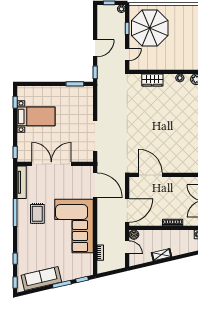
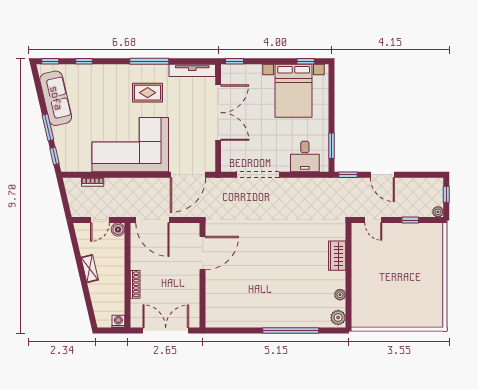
parasol: (150, 28) -> (411, 252), removed
desk: (82, 103) -> (305, 156), added
bed with nightstands: (36, 116) -> (294, 91), width x1.36

